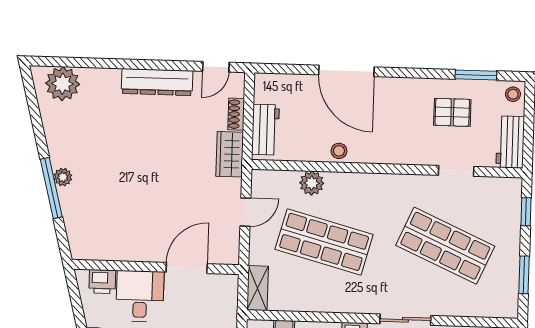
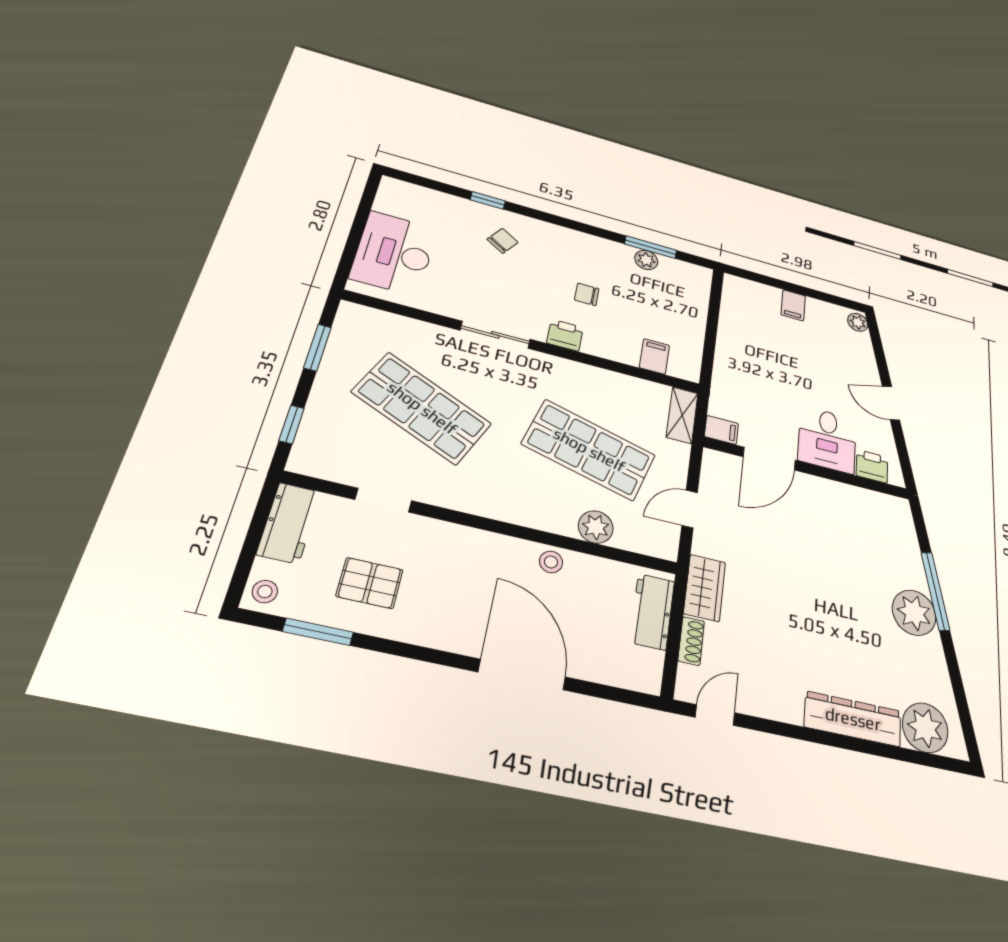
dresser: (157, 82) -> (853, 719), moved
plant: (63, 177) -> (914, 613), width x1.87, depth x1.87
filing cabinet: (226, 283) -> (721, 430), added

